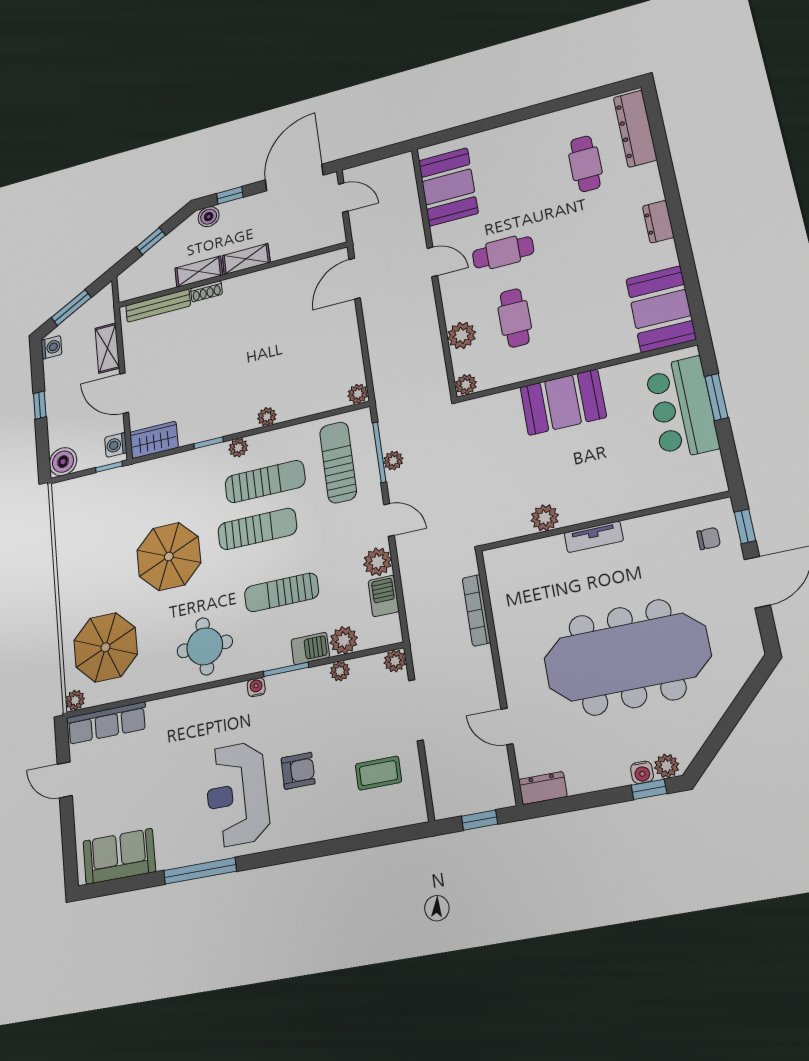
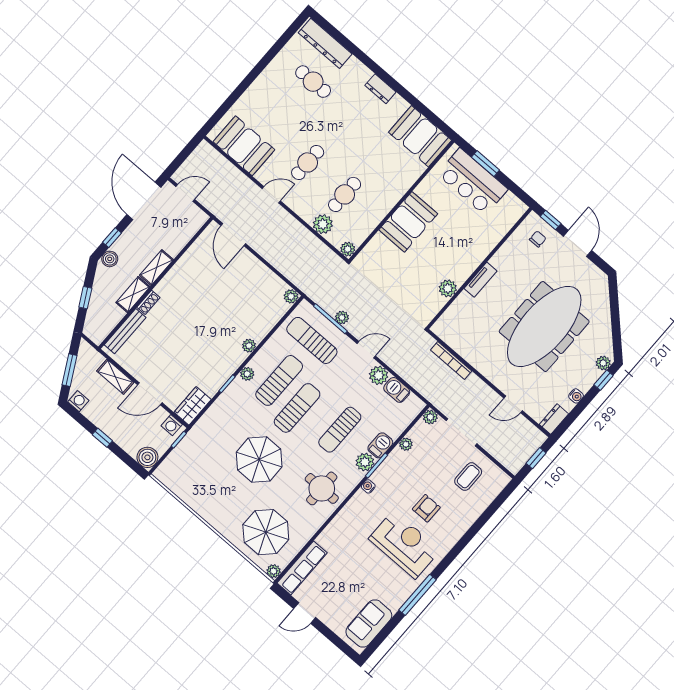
cafe table: (515, 318) -> (345, 194), turned 90
plant: (344, 640) -> (365, 462), moved
water cooler: (642, 772) -> (576, 396), moved
reception desk: (237, 794) -> (404, 545), turned 180

